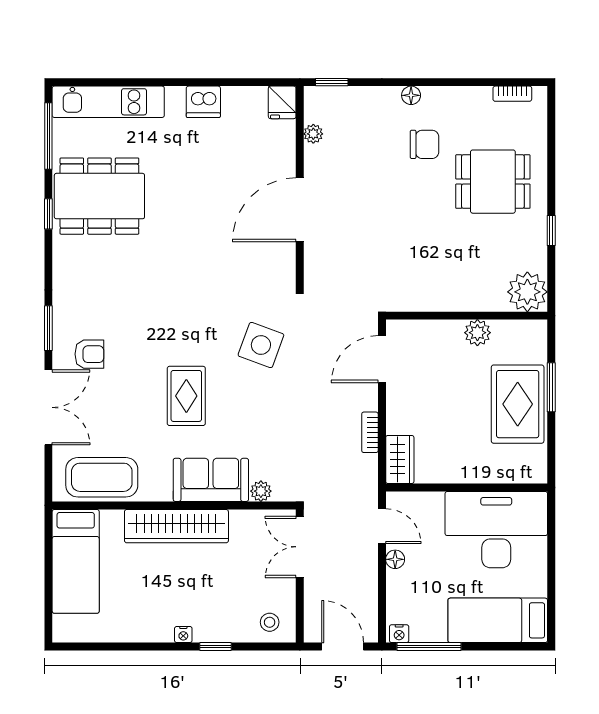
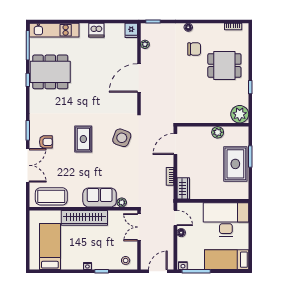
rug: (186, 396) -> (83, 139), moved
bed: (76, 561) -> (50, 246), moved, turned 180
door: (343, 647) -> (158, 271), hinge flipped

